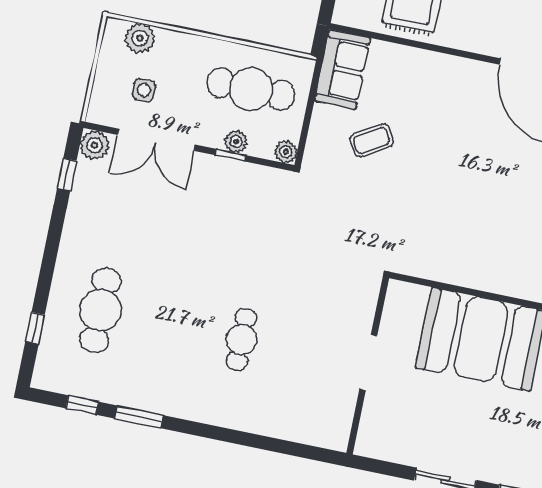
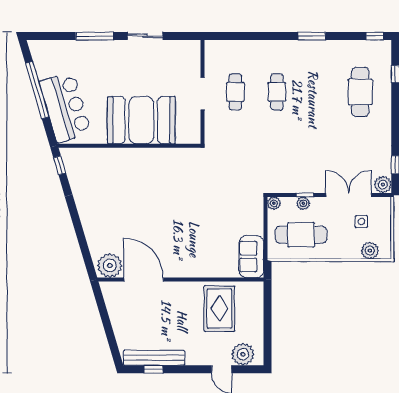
coffee table: (372, 140) -> (227, 220), removed
cafe table: (312, 354) -> (235, 92), added
window: (82, 405) -> (375, 36), moved
window: (139, 417) -> (312, 36), moved

